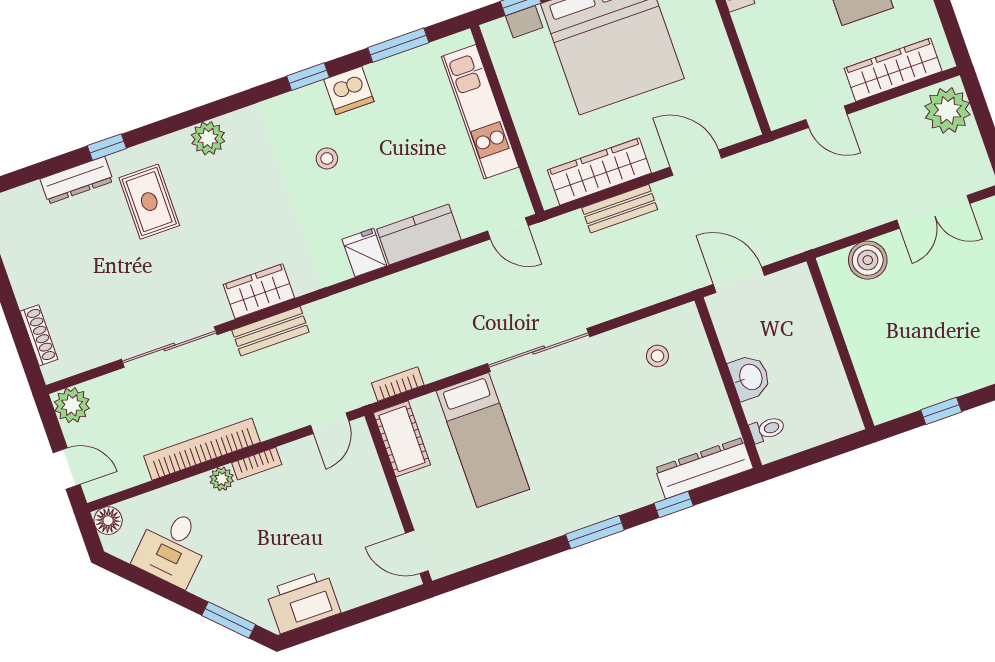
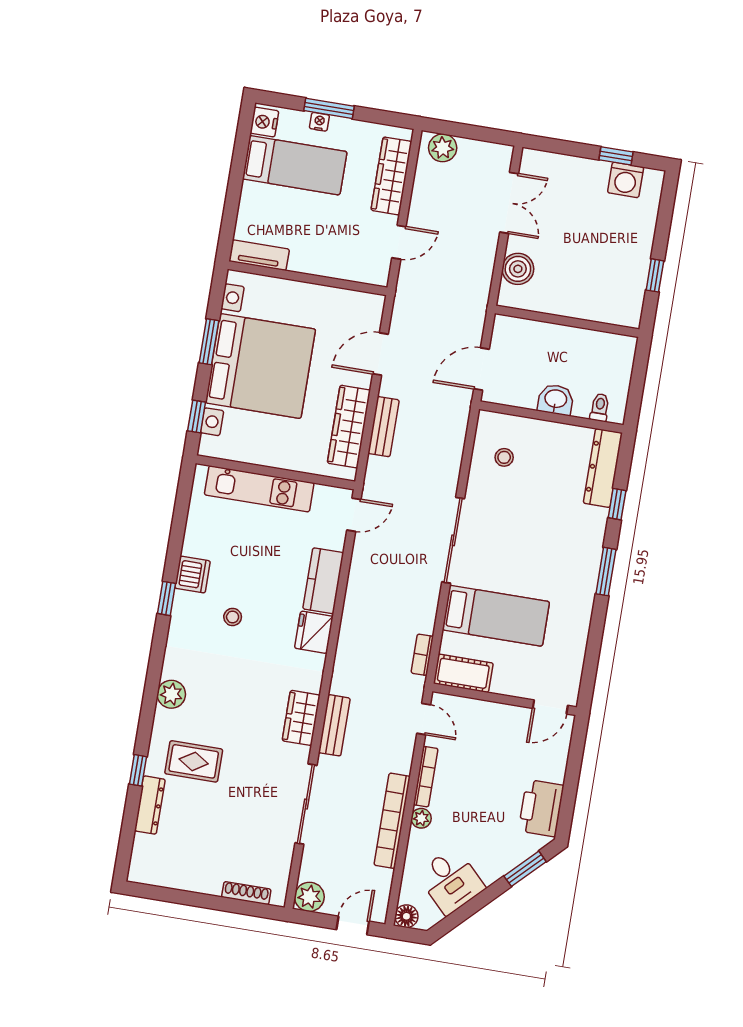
window: (398, 45) -> (179, 521), removed
plant: (947, 110) -> (443, 148), width x0.73, depth x0.73
fridge: (364, 252) -> (314, 632), width x1.38
bookcase: (257, 464) -> (426, 777), width x1.56

